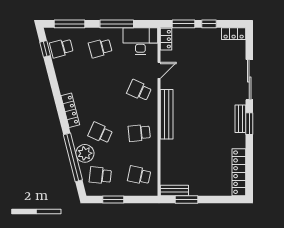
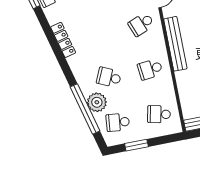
school desk: (139, 90) -> (141, 24), turned -45
locker: (70, 110) -> (63, 40), moved

